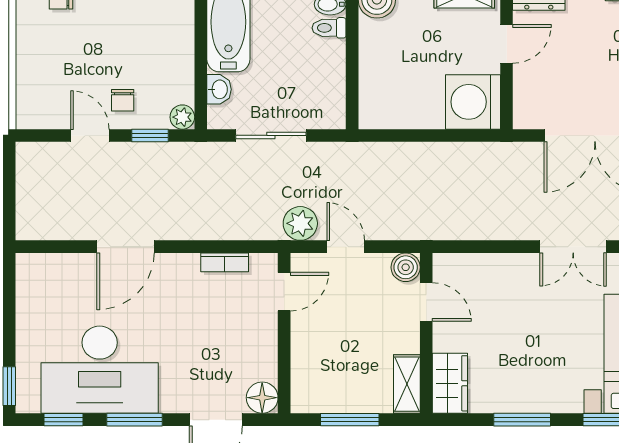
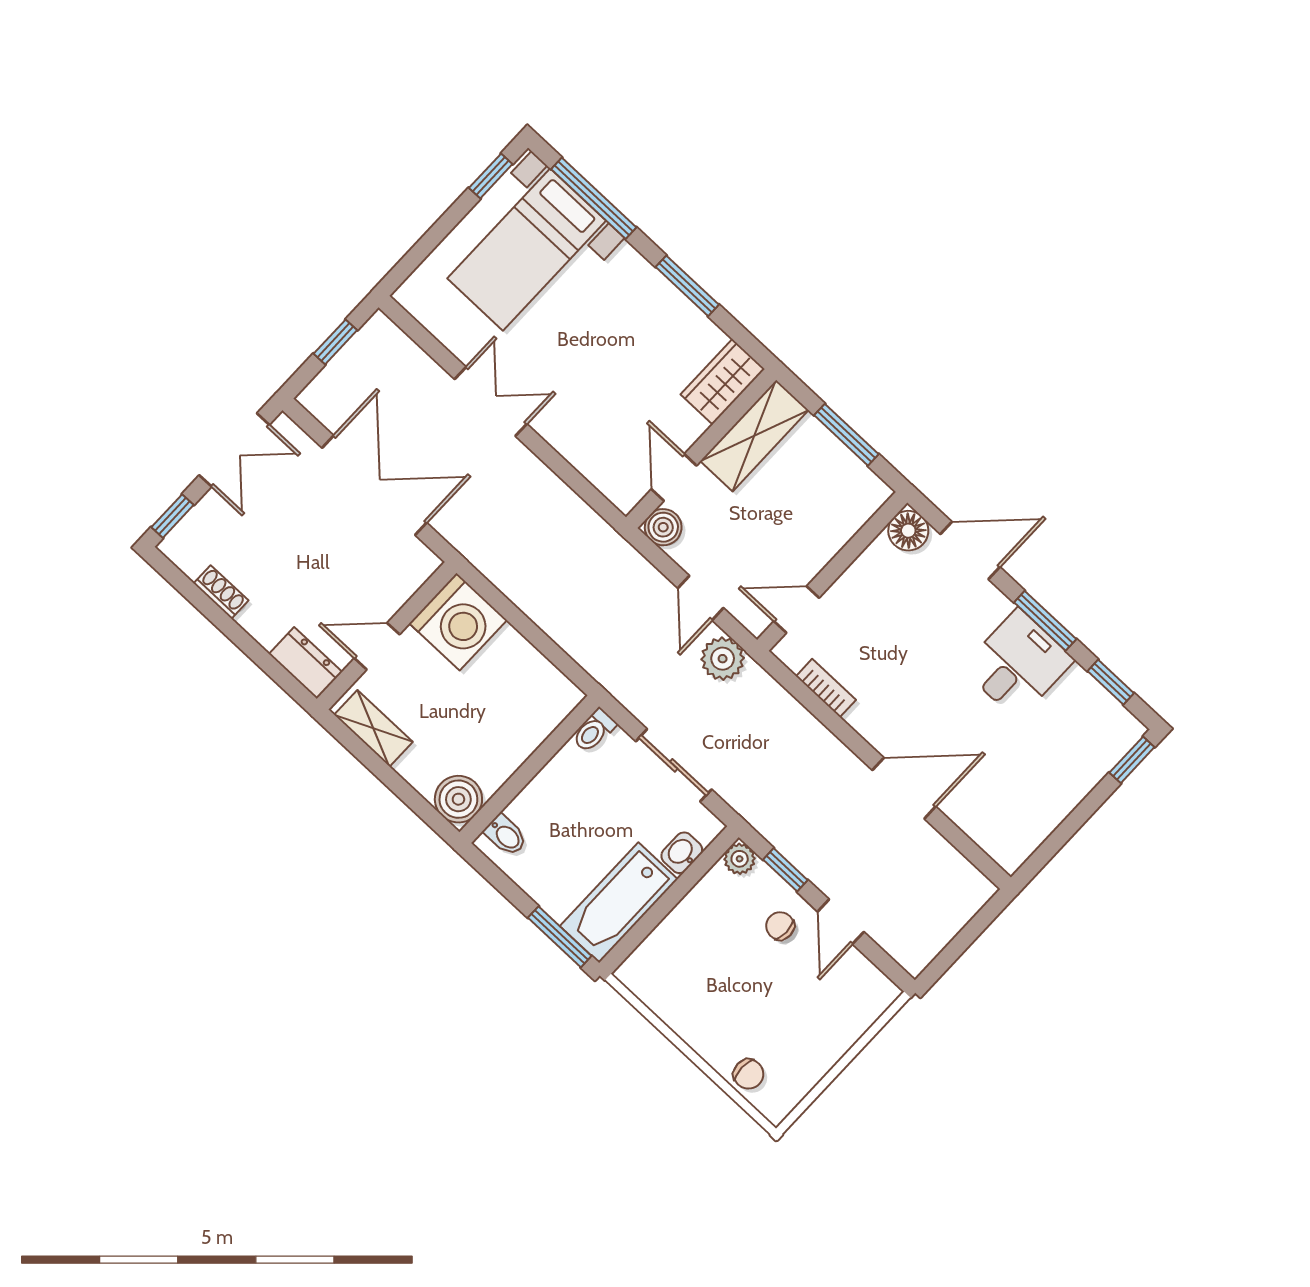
toilet: (329, 28) -> (594, 731), moved, turned 90
chair: (123, 100) -> (780, 926), turned -90
desk: (100, 370) -> (1018, 664), width x0.53, depth x0.77
shelving: (407, 384) -> (754, 436), width x1.50, depth x1.33

